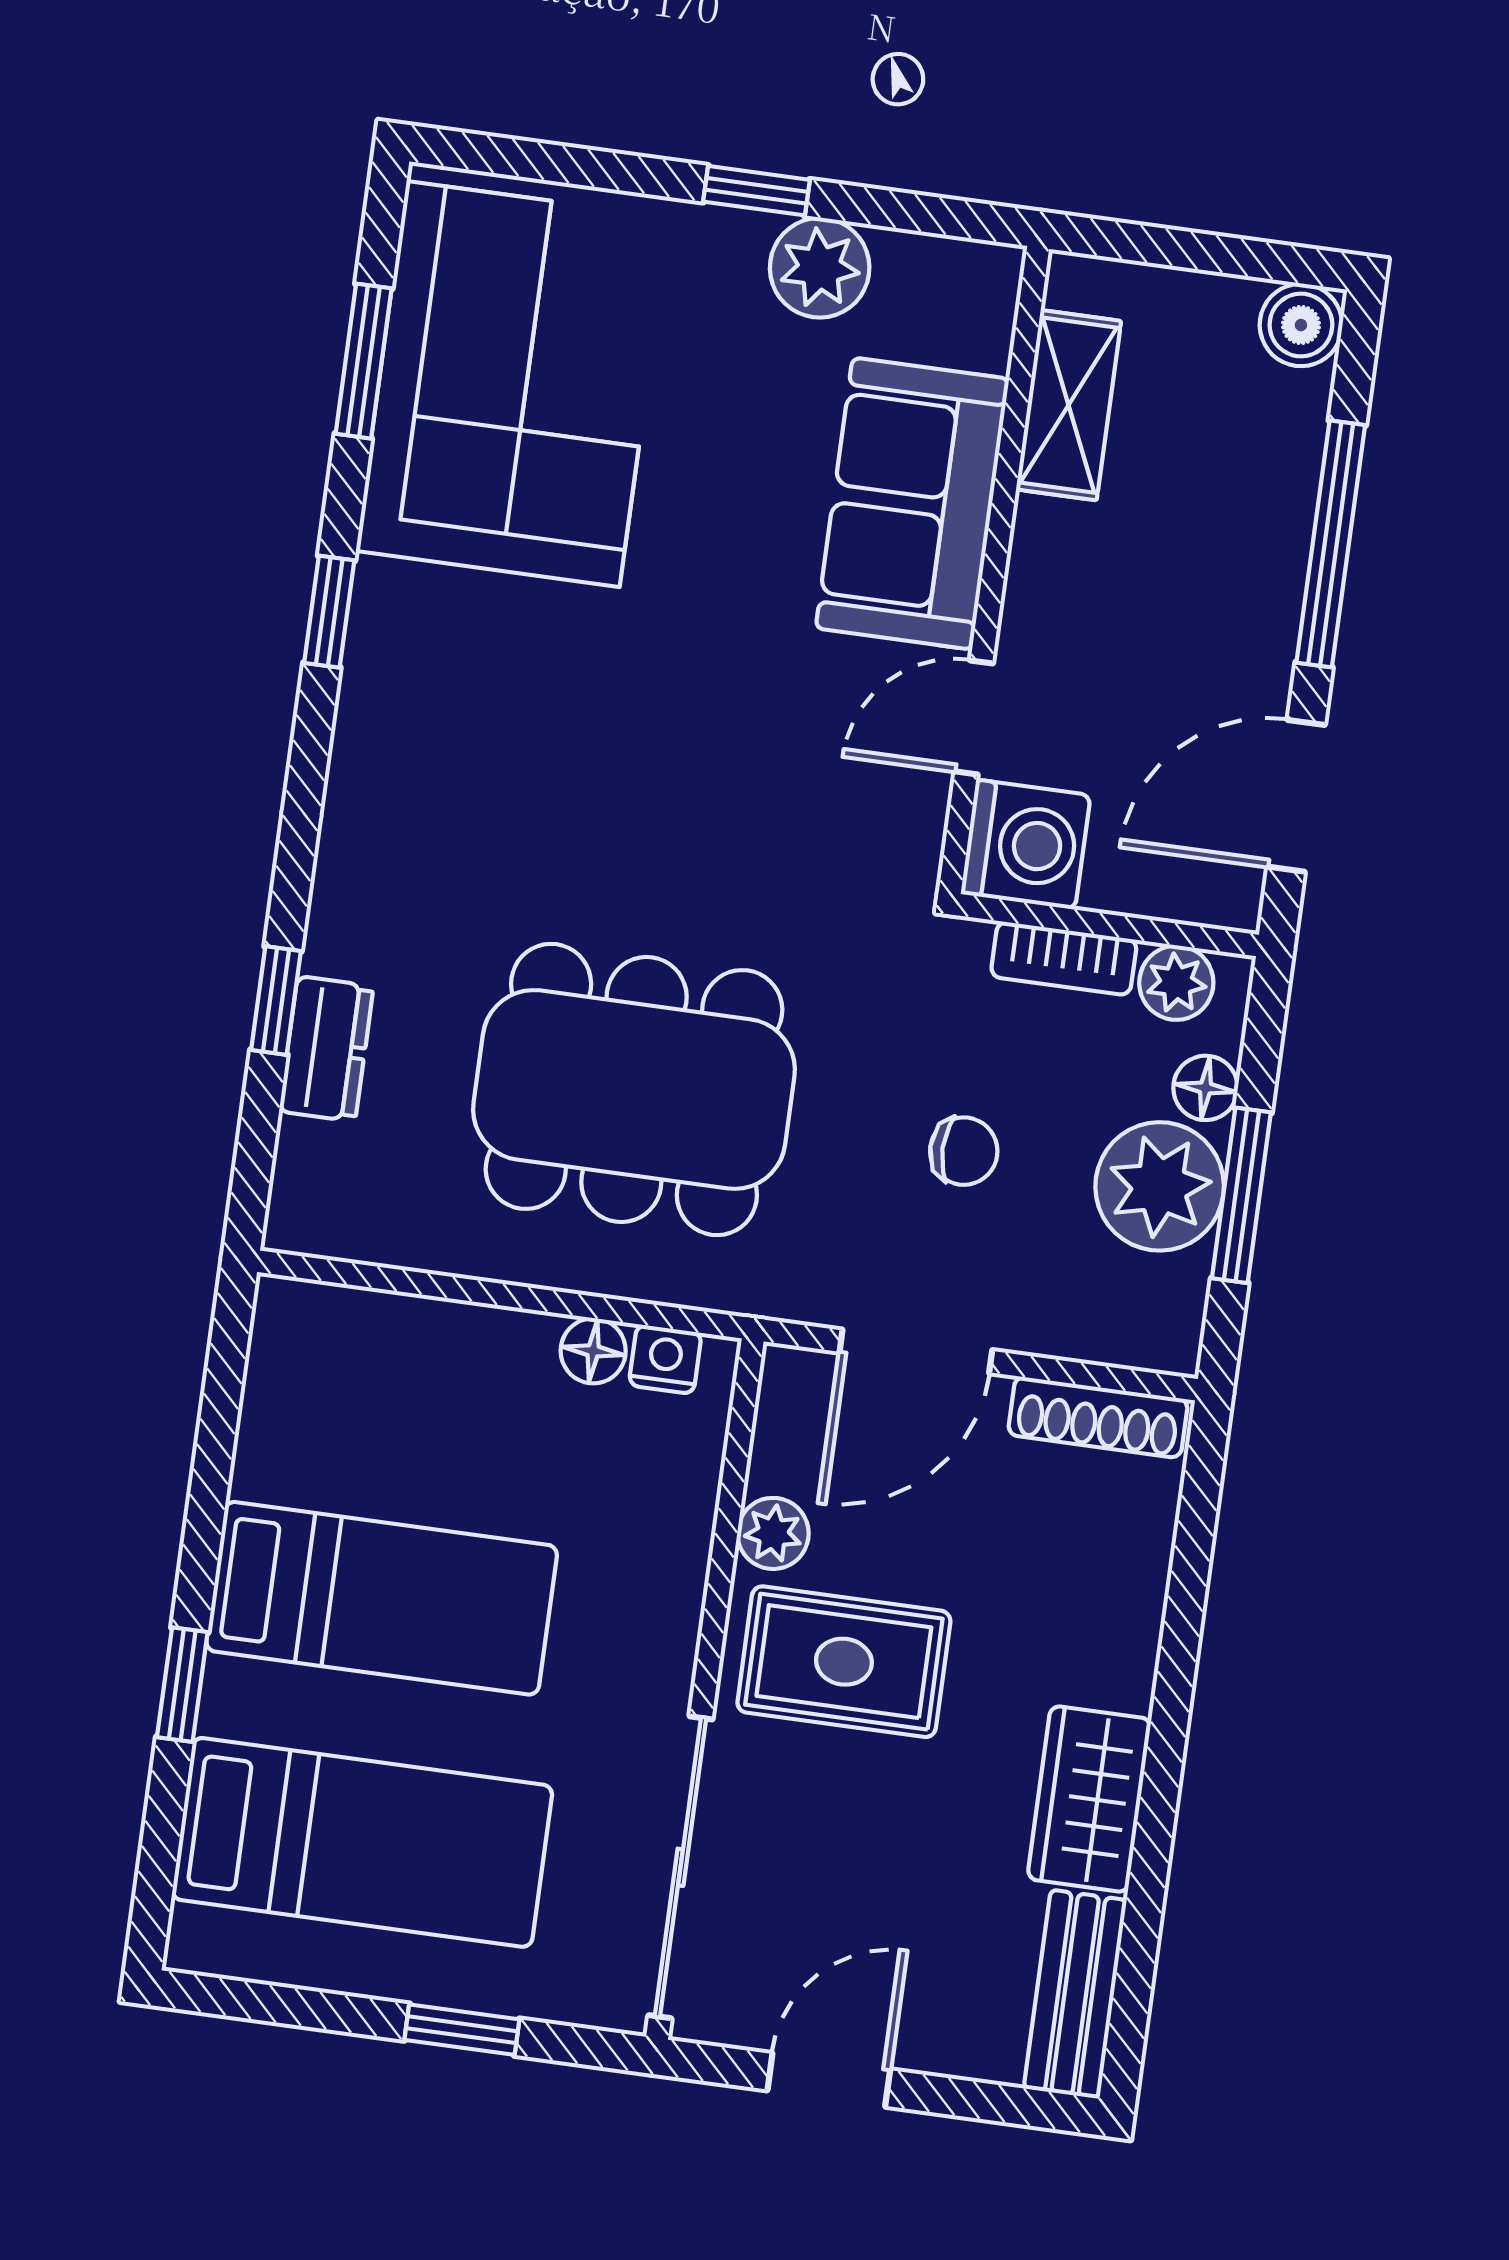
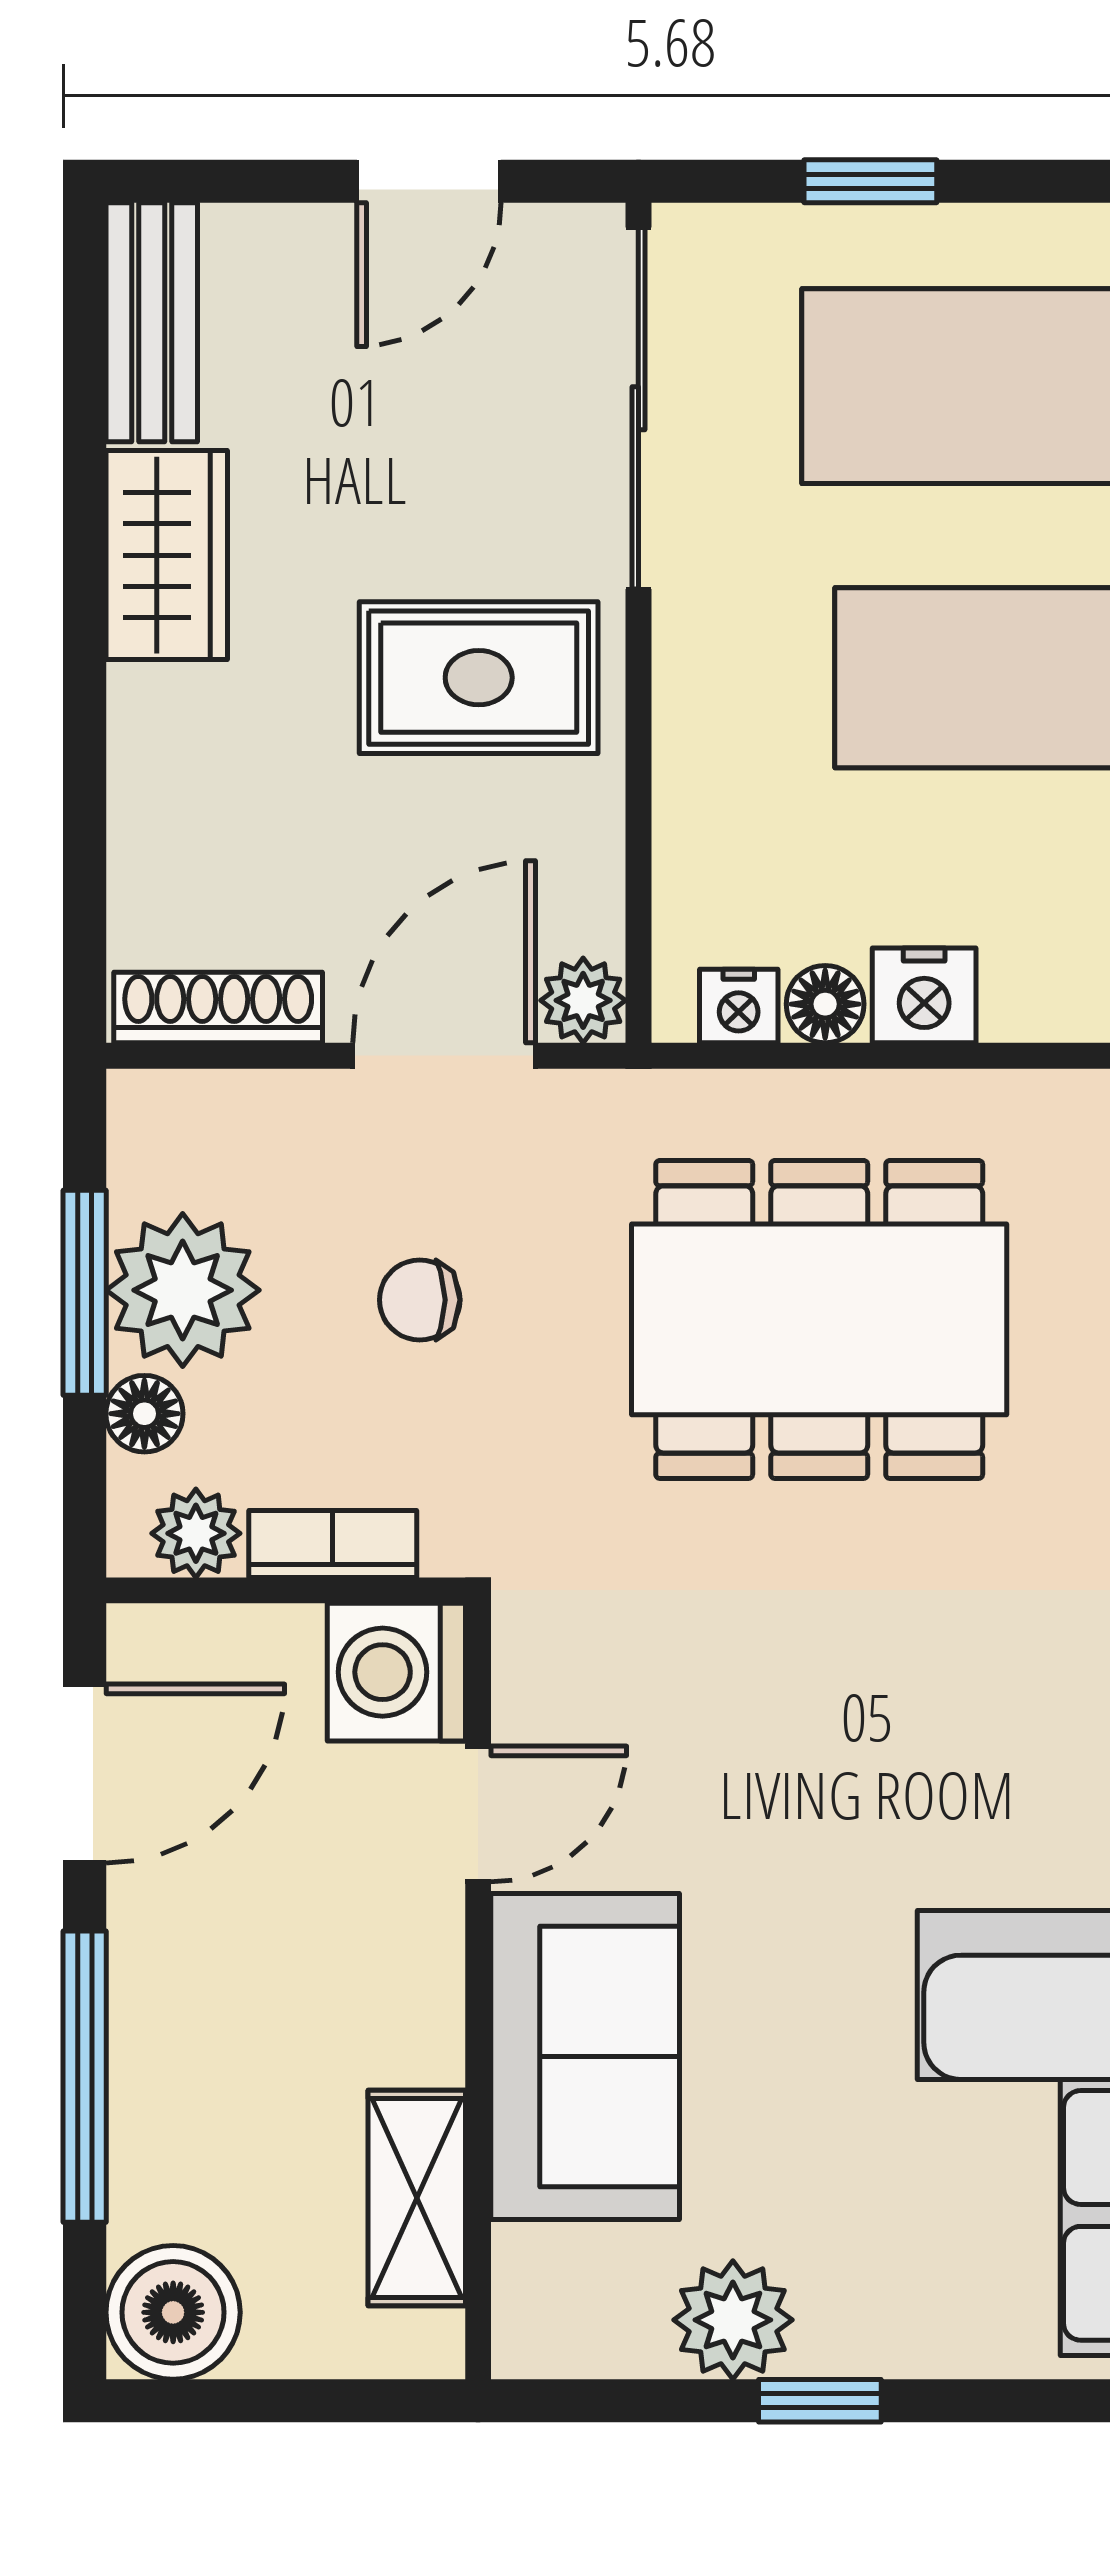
boiler: (1301, 325) -> (173, 2312), width x1.36, depth x1.36
nightstand: (510, 1347) -> (924, 995), added
plant: (773, 1533) -> (583, 1000), moved

